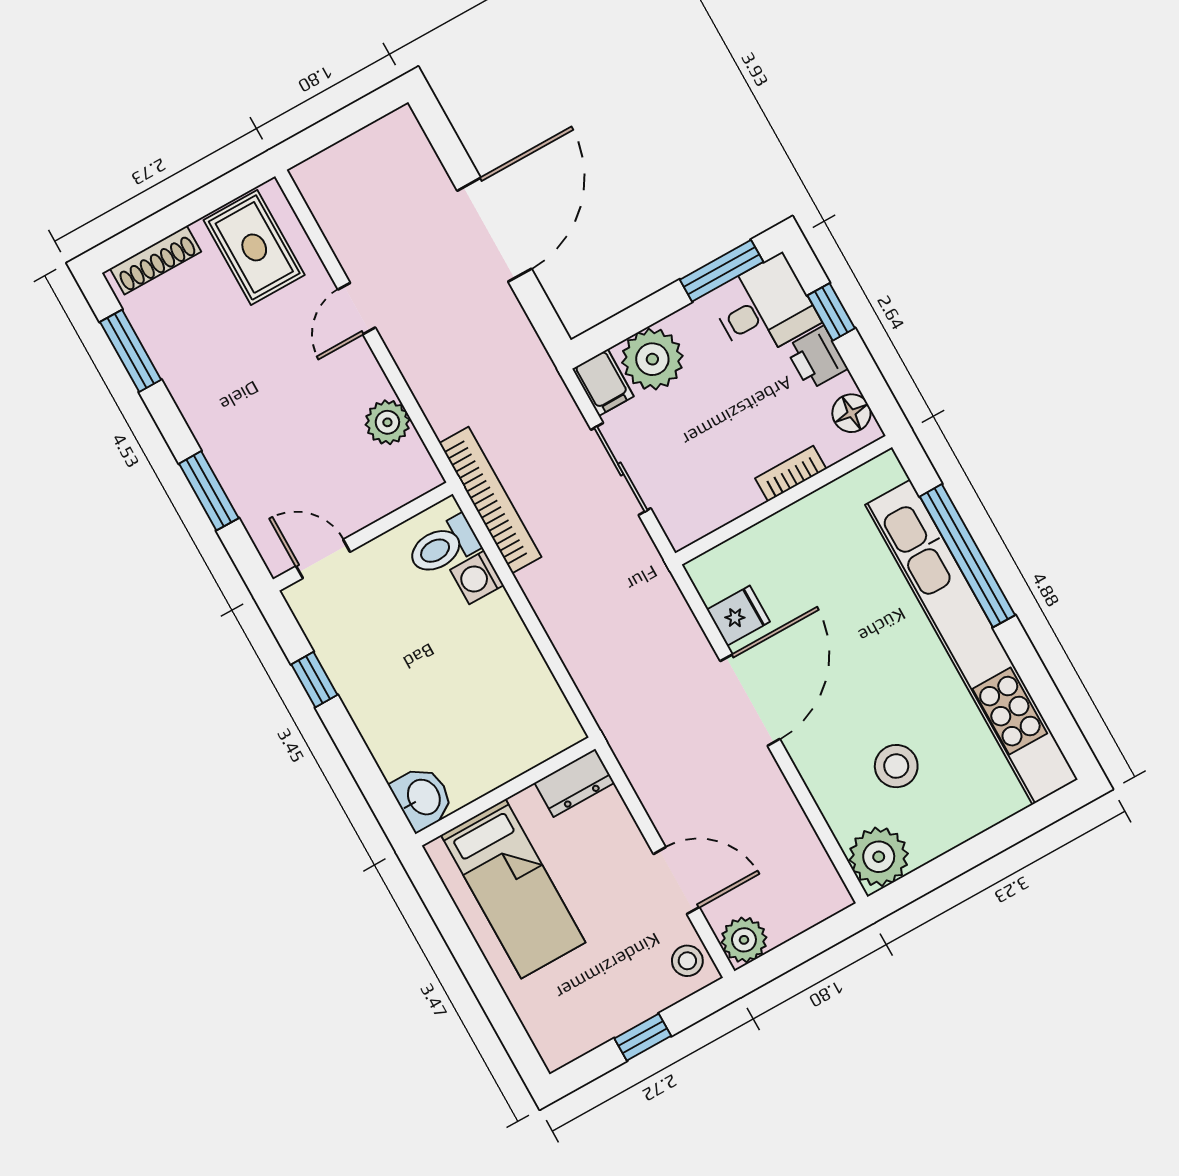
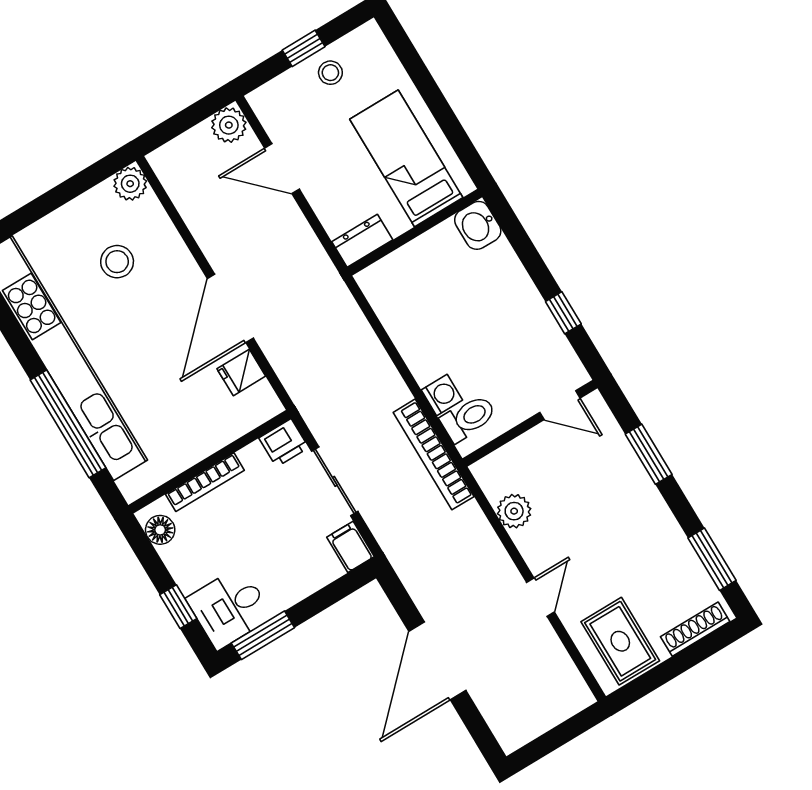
printer: (816, 358) -> (284, 443), moved, turned 90
plant: (652, 359) -> (313, 566), removed
bookcase: (791, 474) -> (205, 482), width x1.56
plant: (879, 857) -> (130, 184), width x0.73, depth x0.73
stool: (687, 961) -> (330, 73), moved

